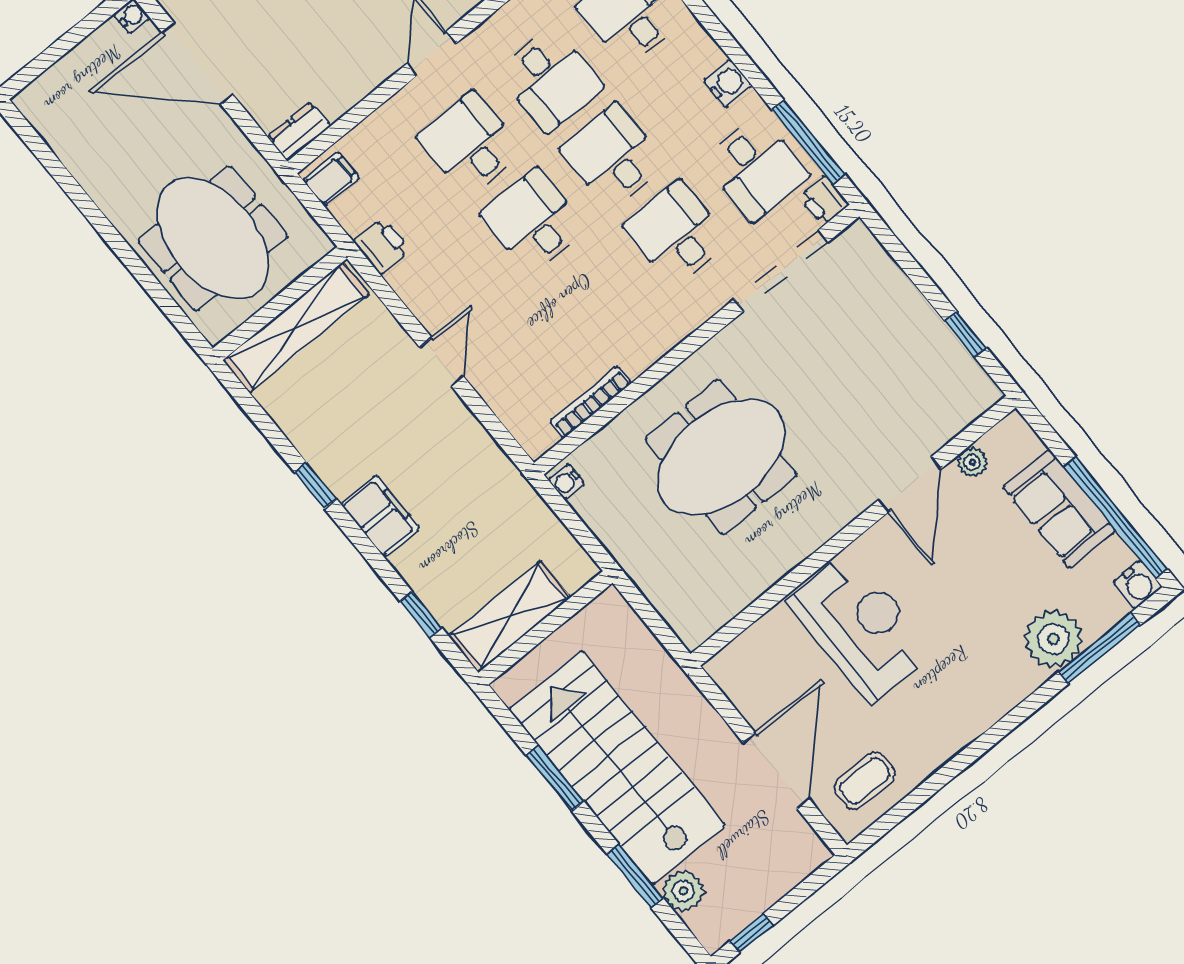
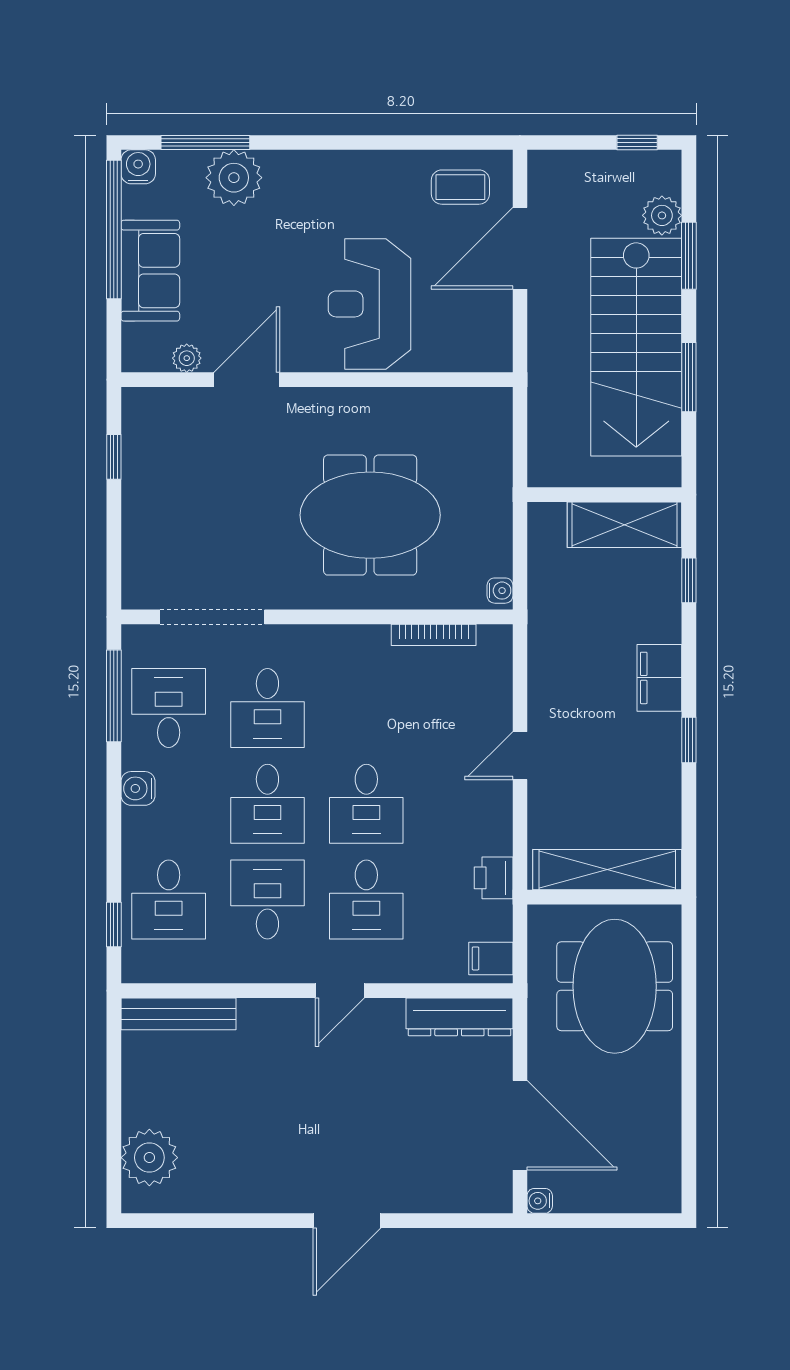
dresser: (299, 132) -> (459, 1017), width x1.96, depth x1.24
printer: (824, 201) -> (138, 643), removed

